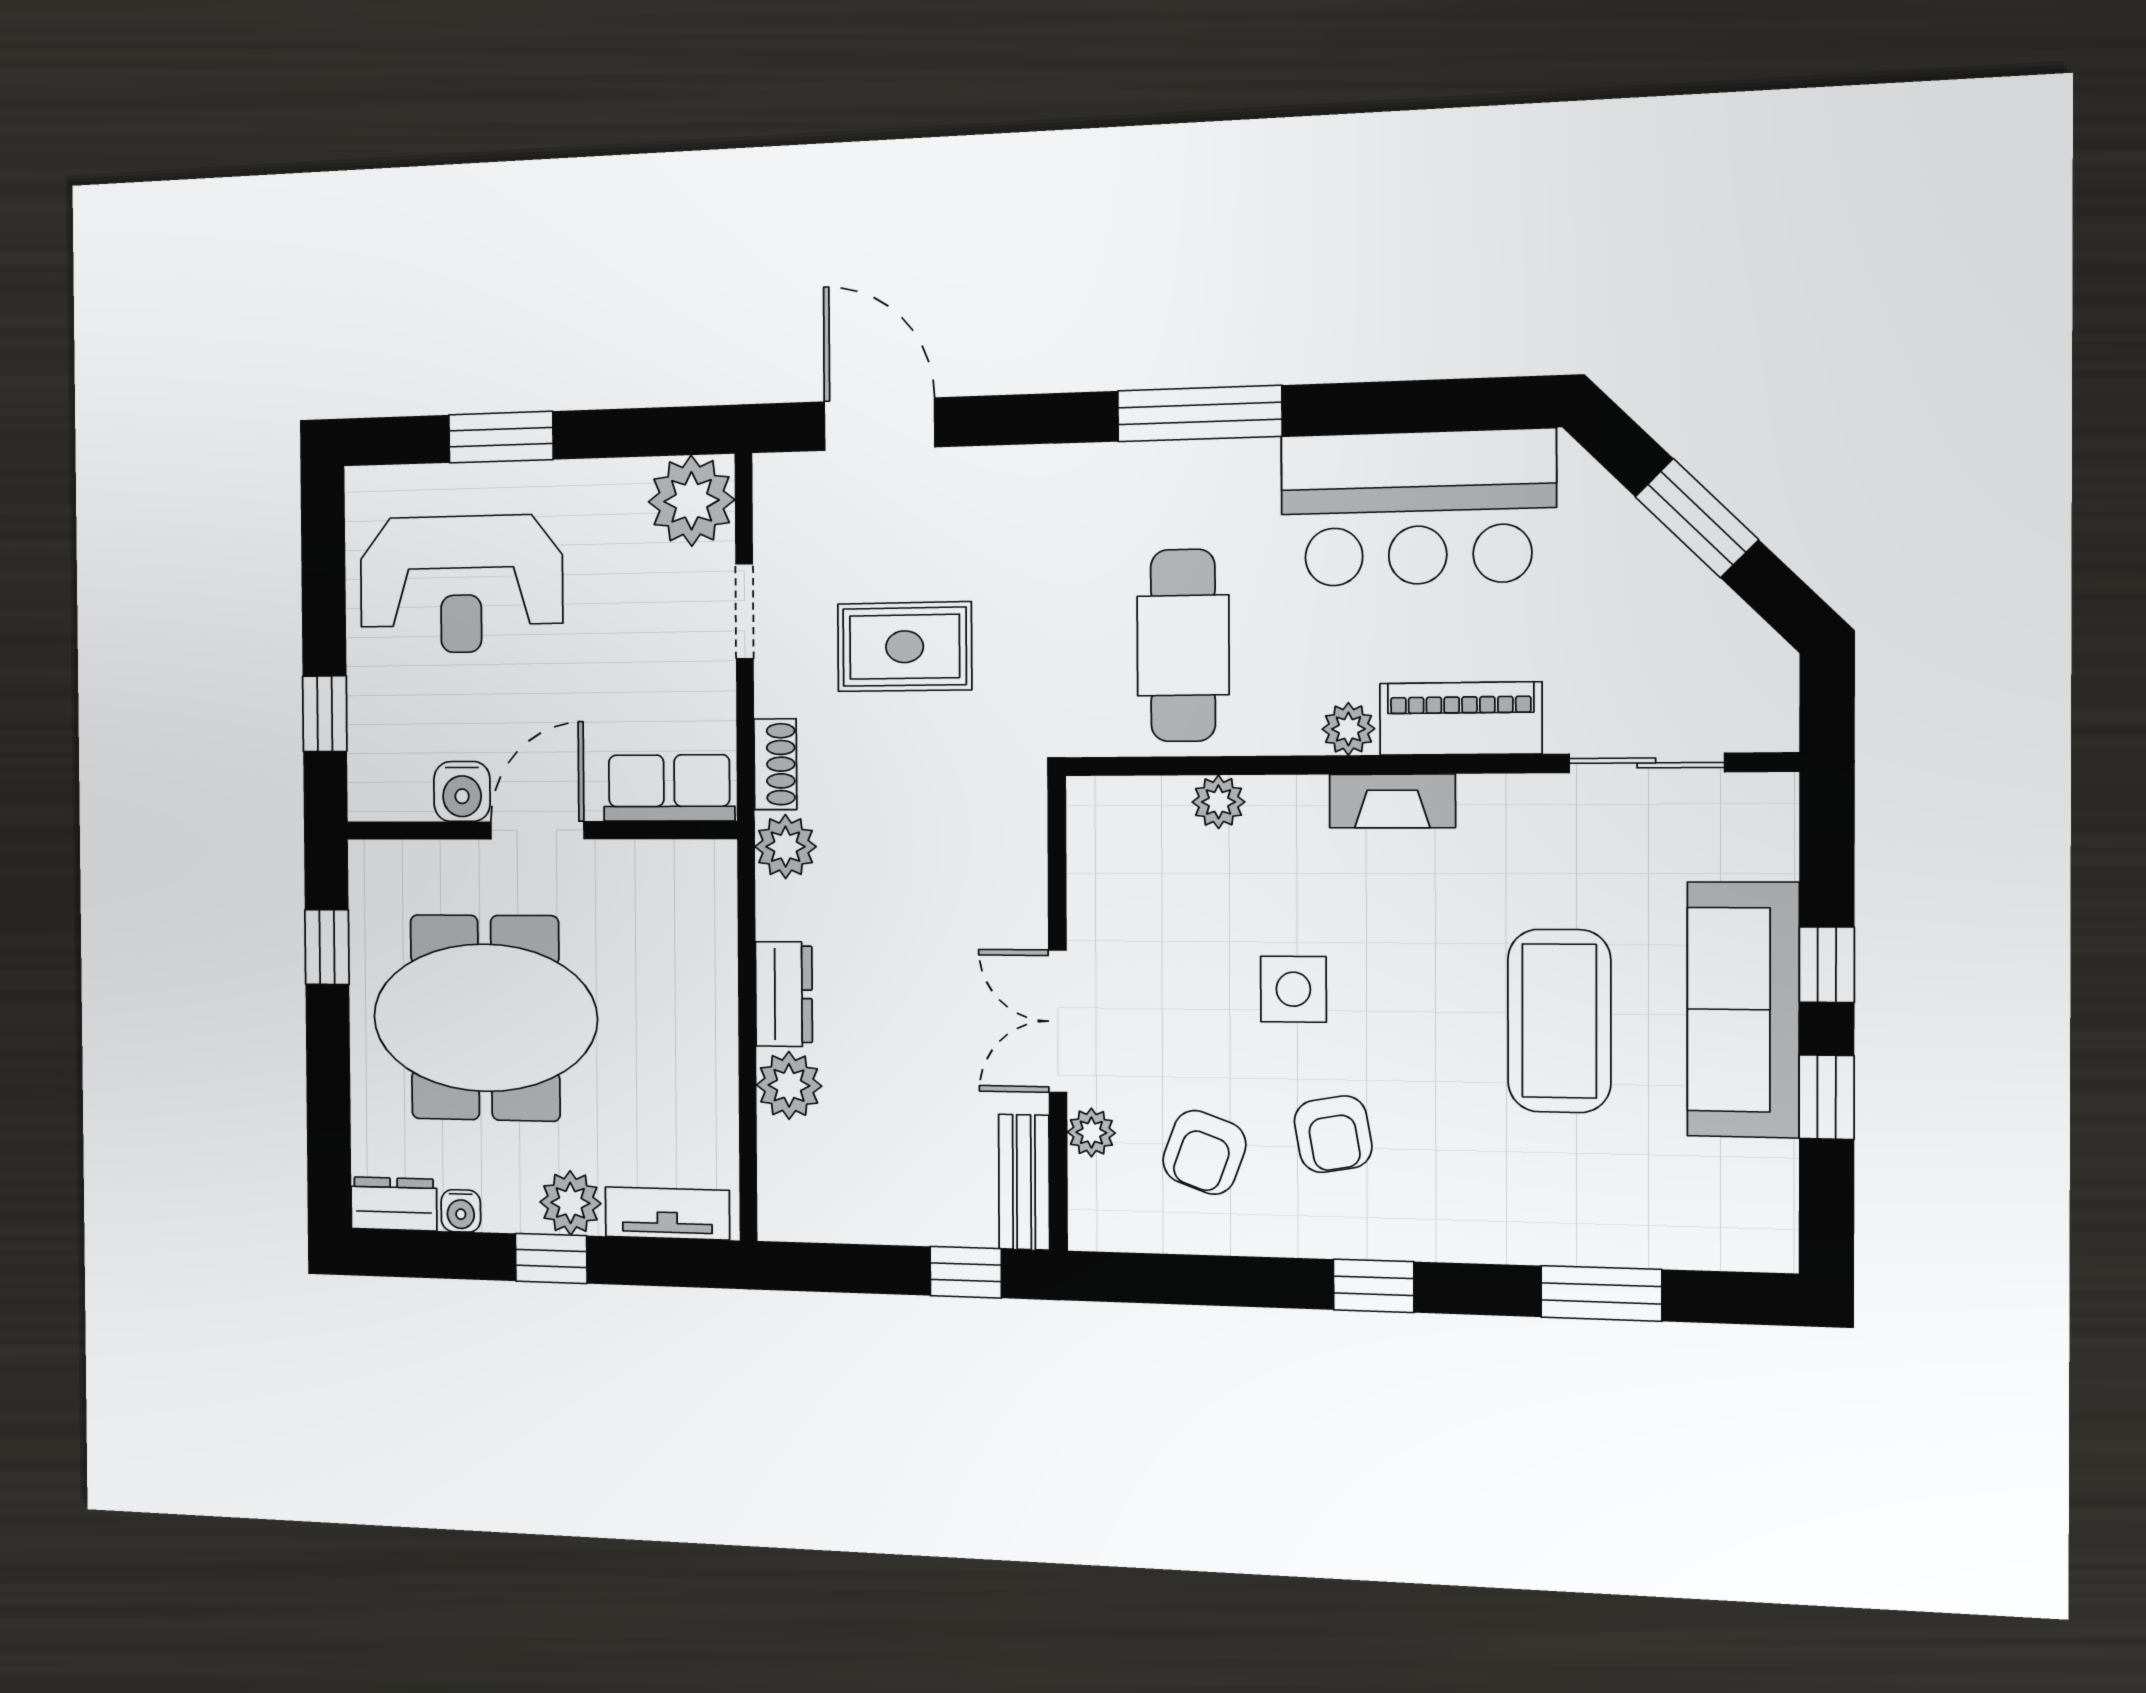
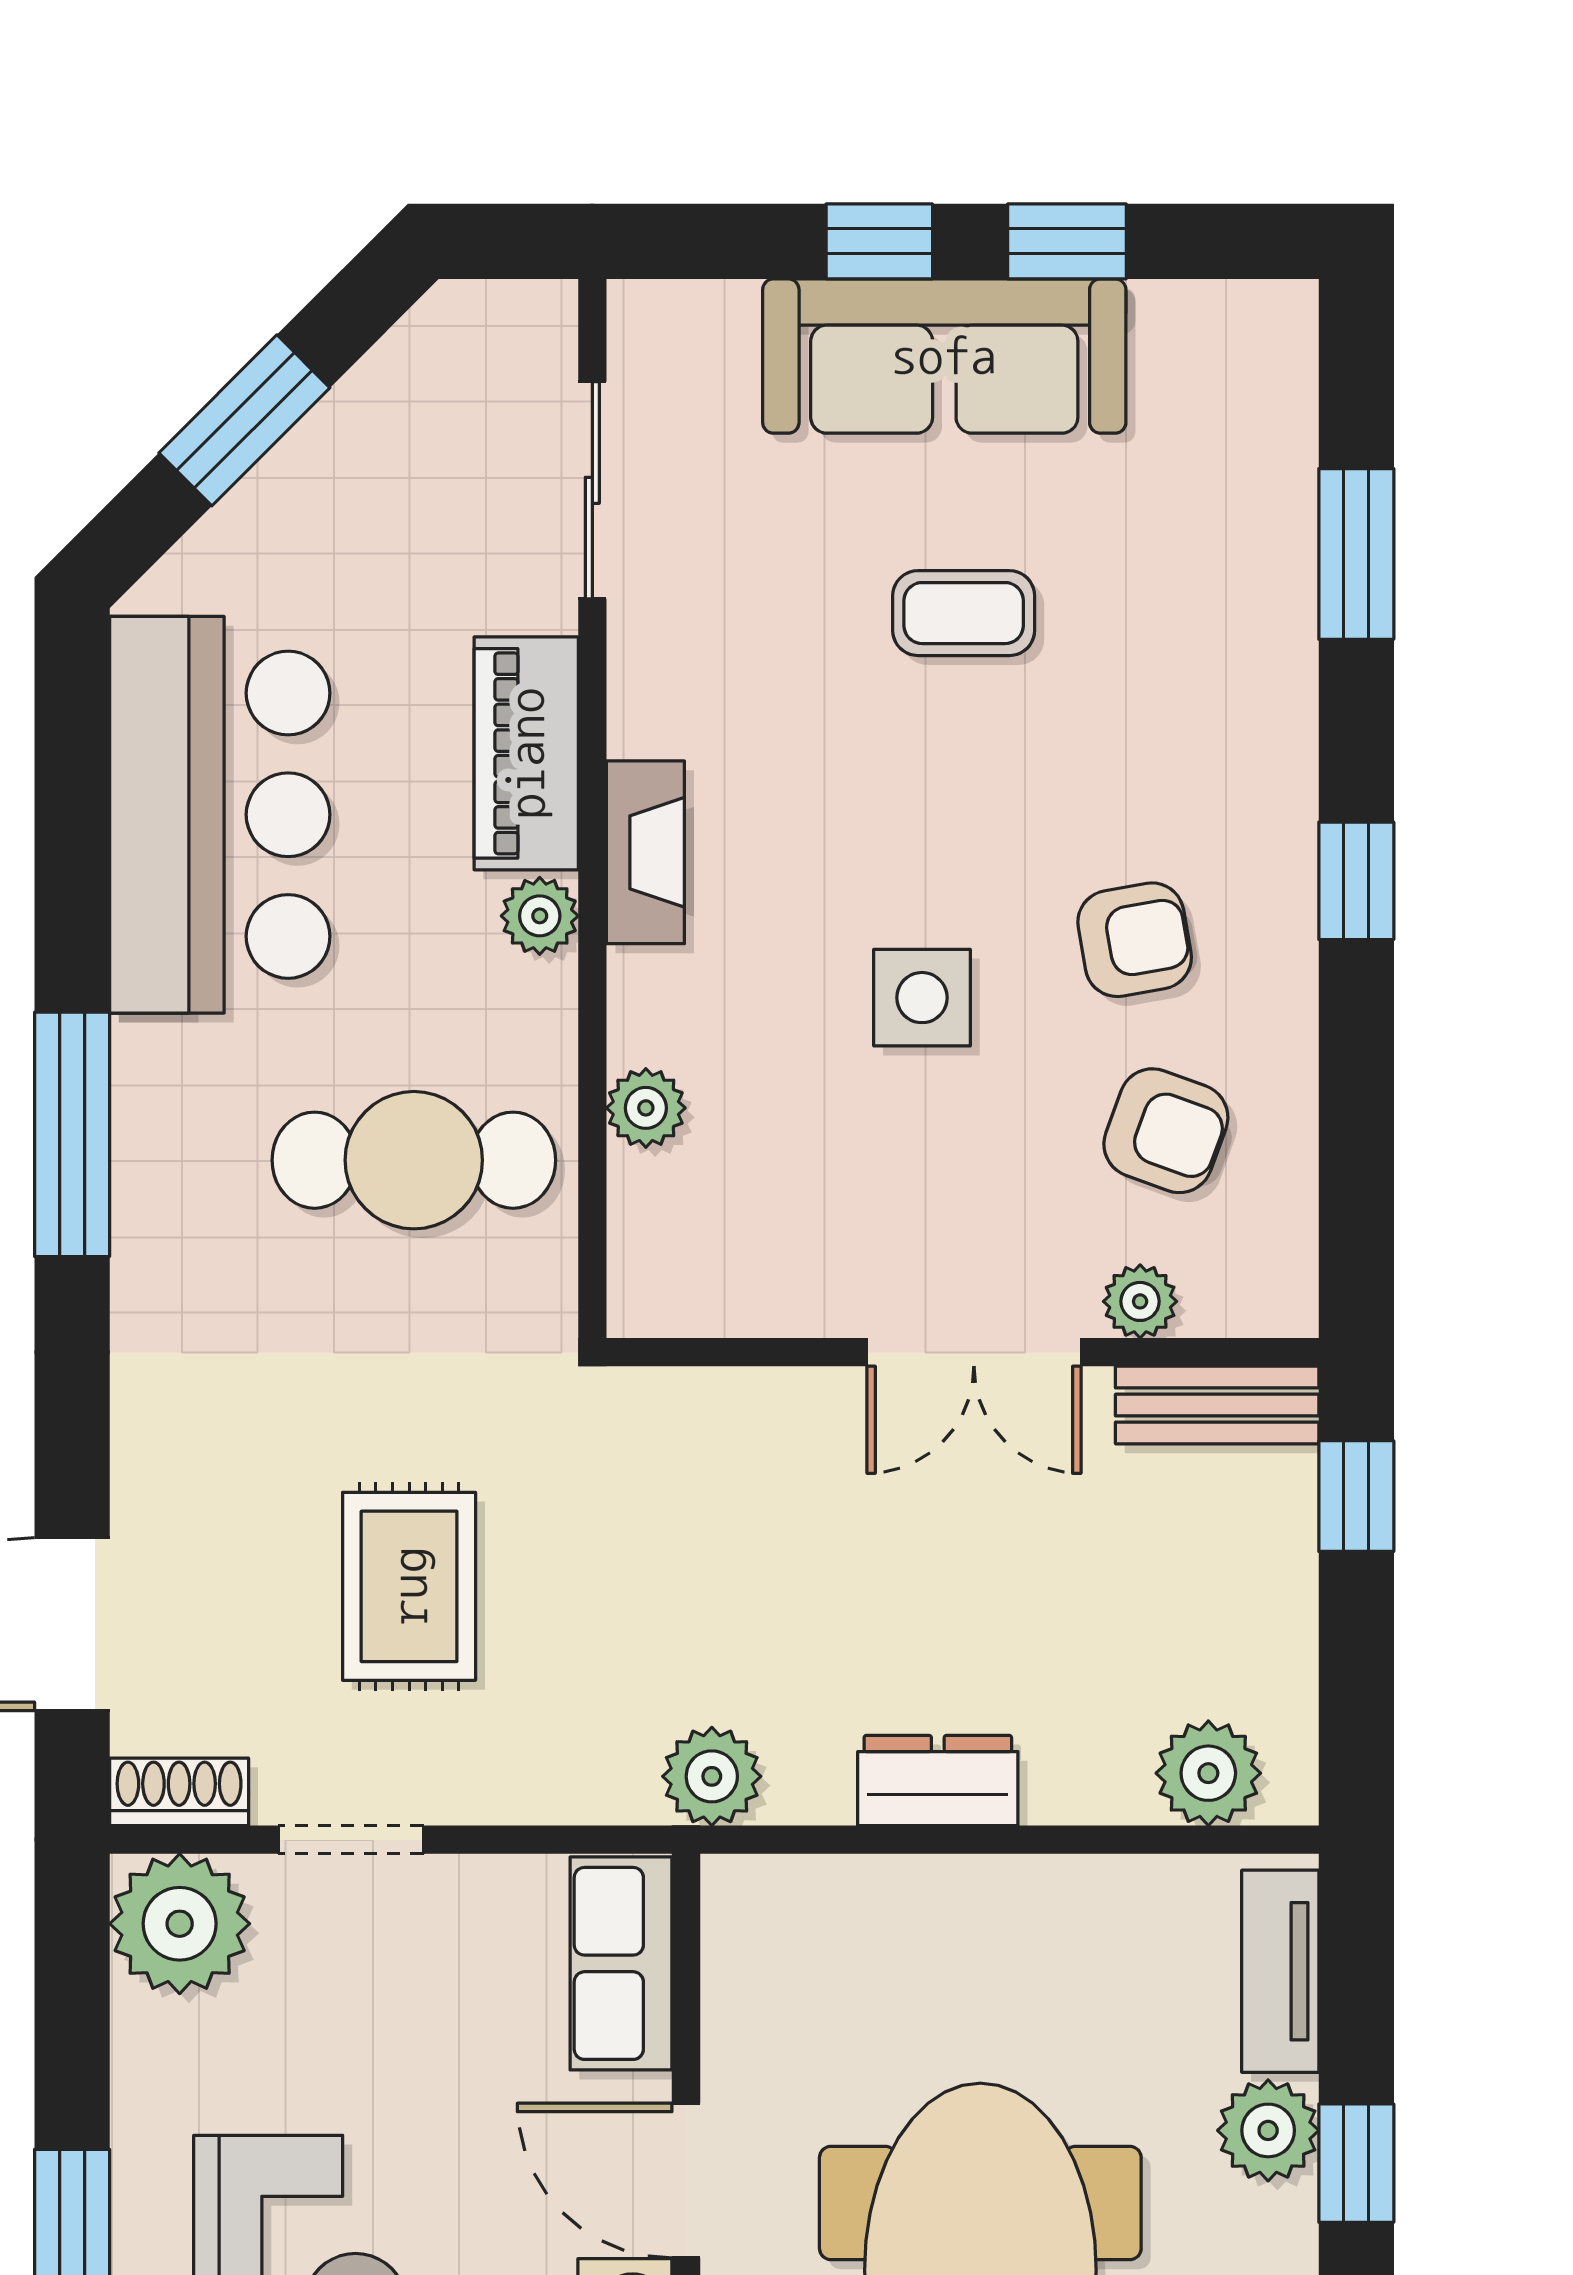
shoe rack: (775, 764) -> (179, 1792), moved
coffee table: (1559, 1021) -> (964, 613), width x0.54, depth x0.58
plant: (789, 1085) -> (1208, 1773), moved

